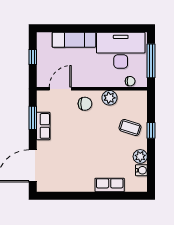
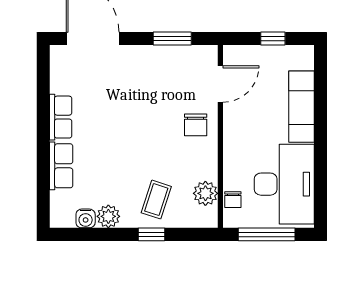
door: (60, 89) -> (220, 84), hinge flipped
plant: (110, 98) -> (205, 193), moved
row of seats: (43, 126) -> (61, 117), moved, turned -90

